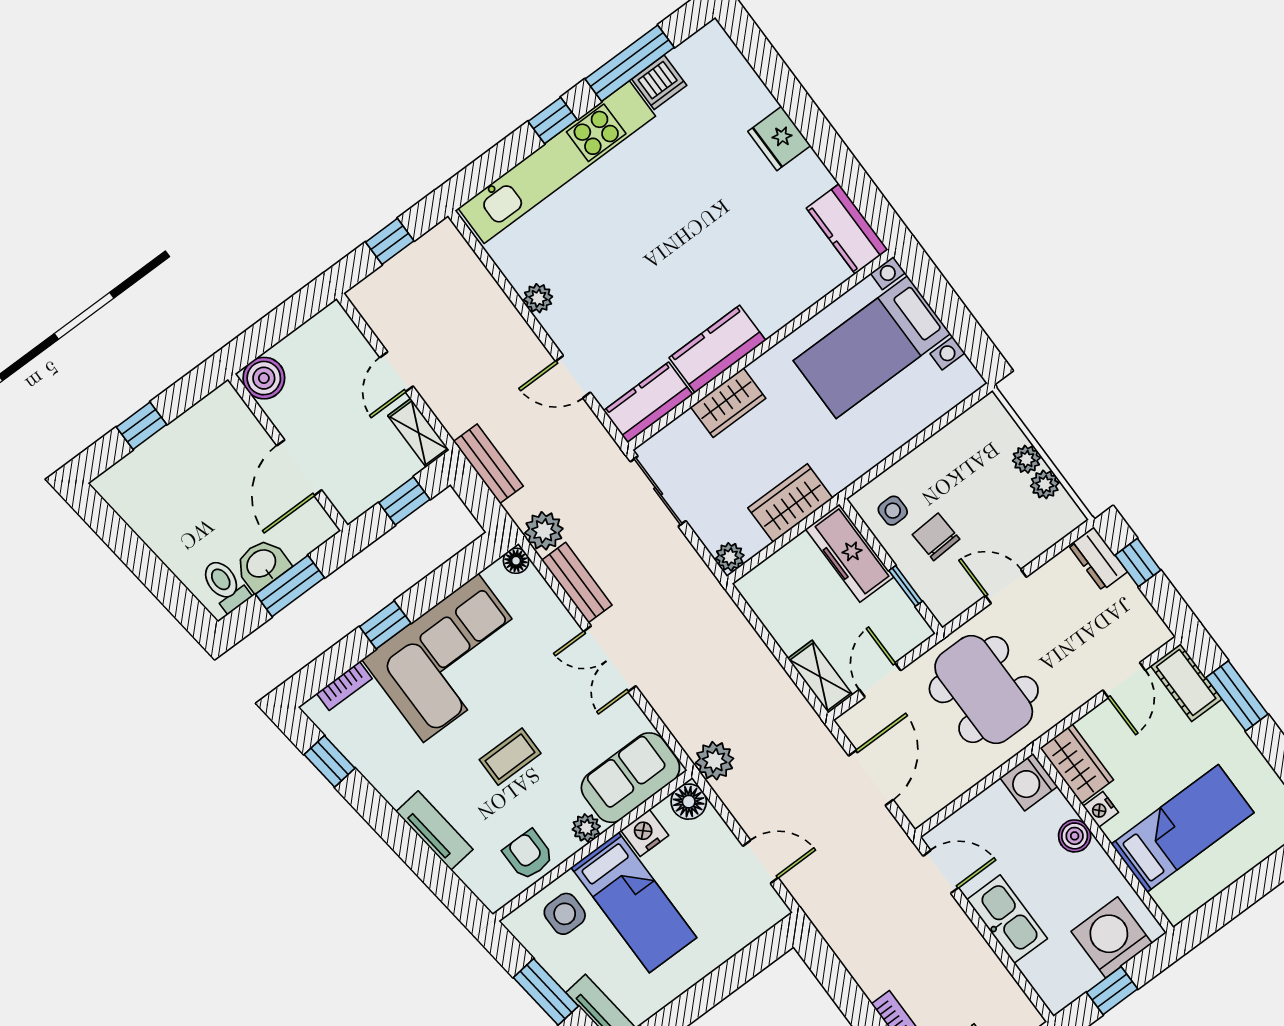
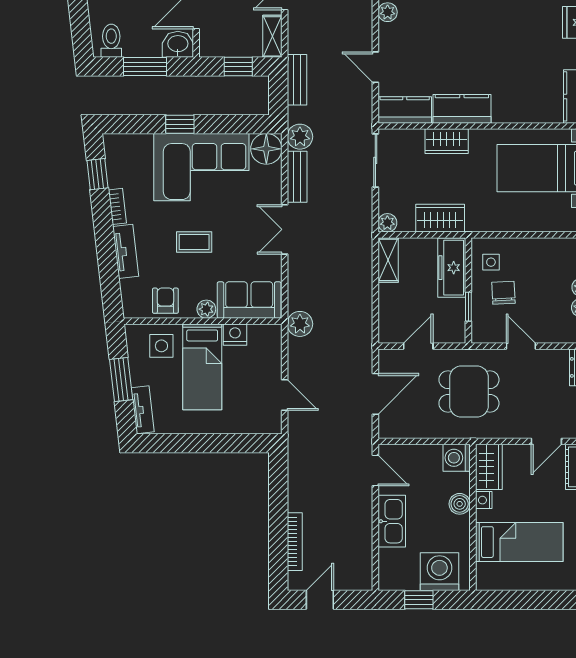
floor lamp: (516, 561) -> (266, 149), width x1.89, depth x1.89
washbasin: (262, 564) -> (178, 44), moved
shelving: (820, 677) -> (388, 260), moved
bookcase: (344, 686) -> (117, 206), moved, turned -97
dining table: (984, 690) -> (469, 392), width x0.73
floor lamp: (689, 802) -> (270, 335), removed

